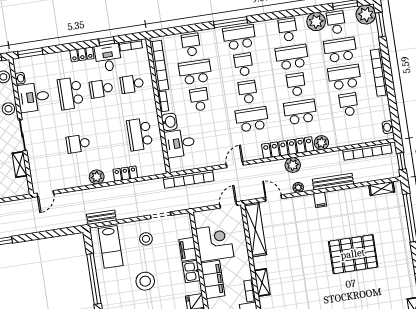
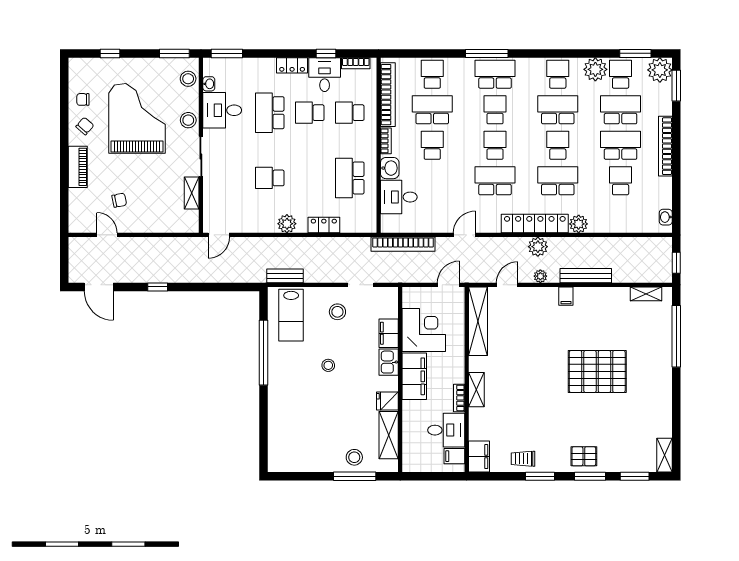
bookcase: (367, 151) -> (635, 244), removed
door: (274, 198) -> (507, 285), hinge flipped
stool: (145, 281) -> (328, 365), width x0.53, depth x0.53

